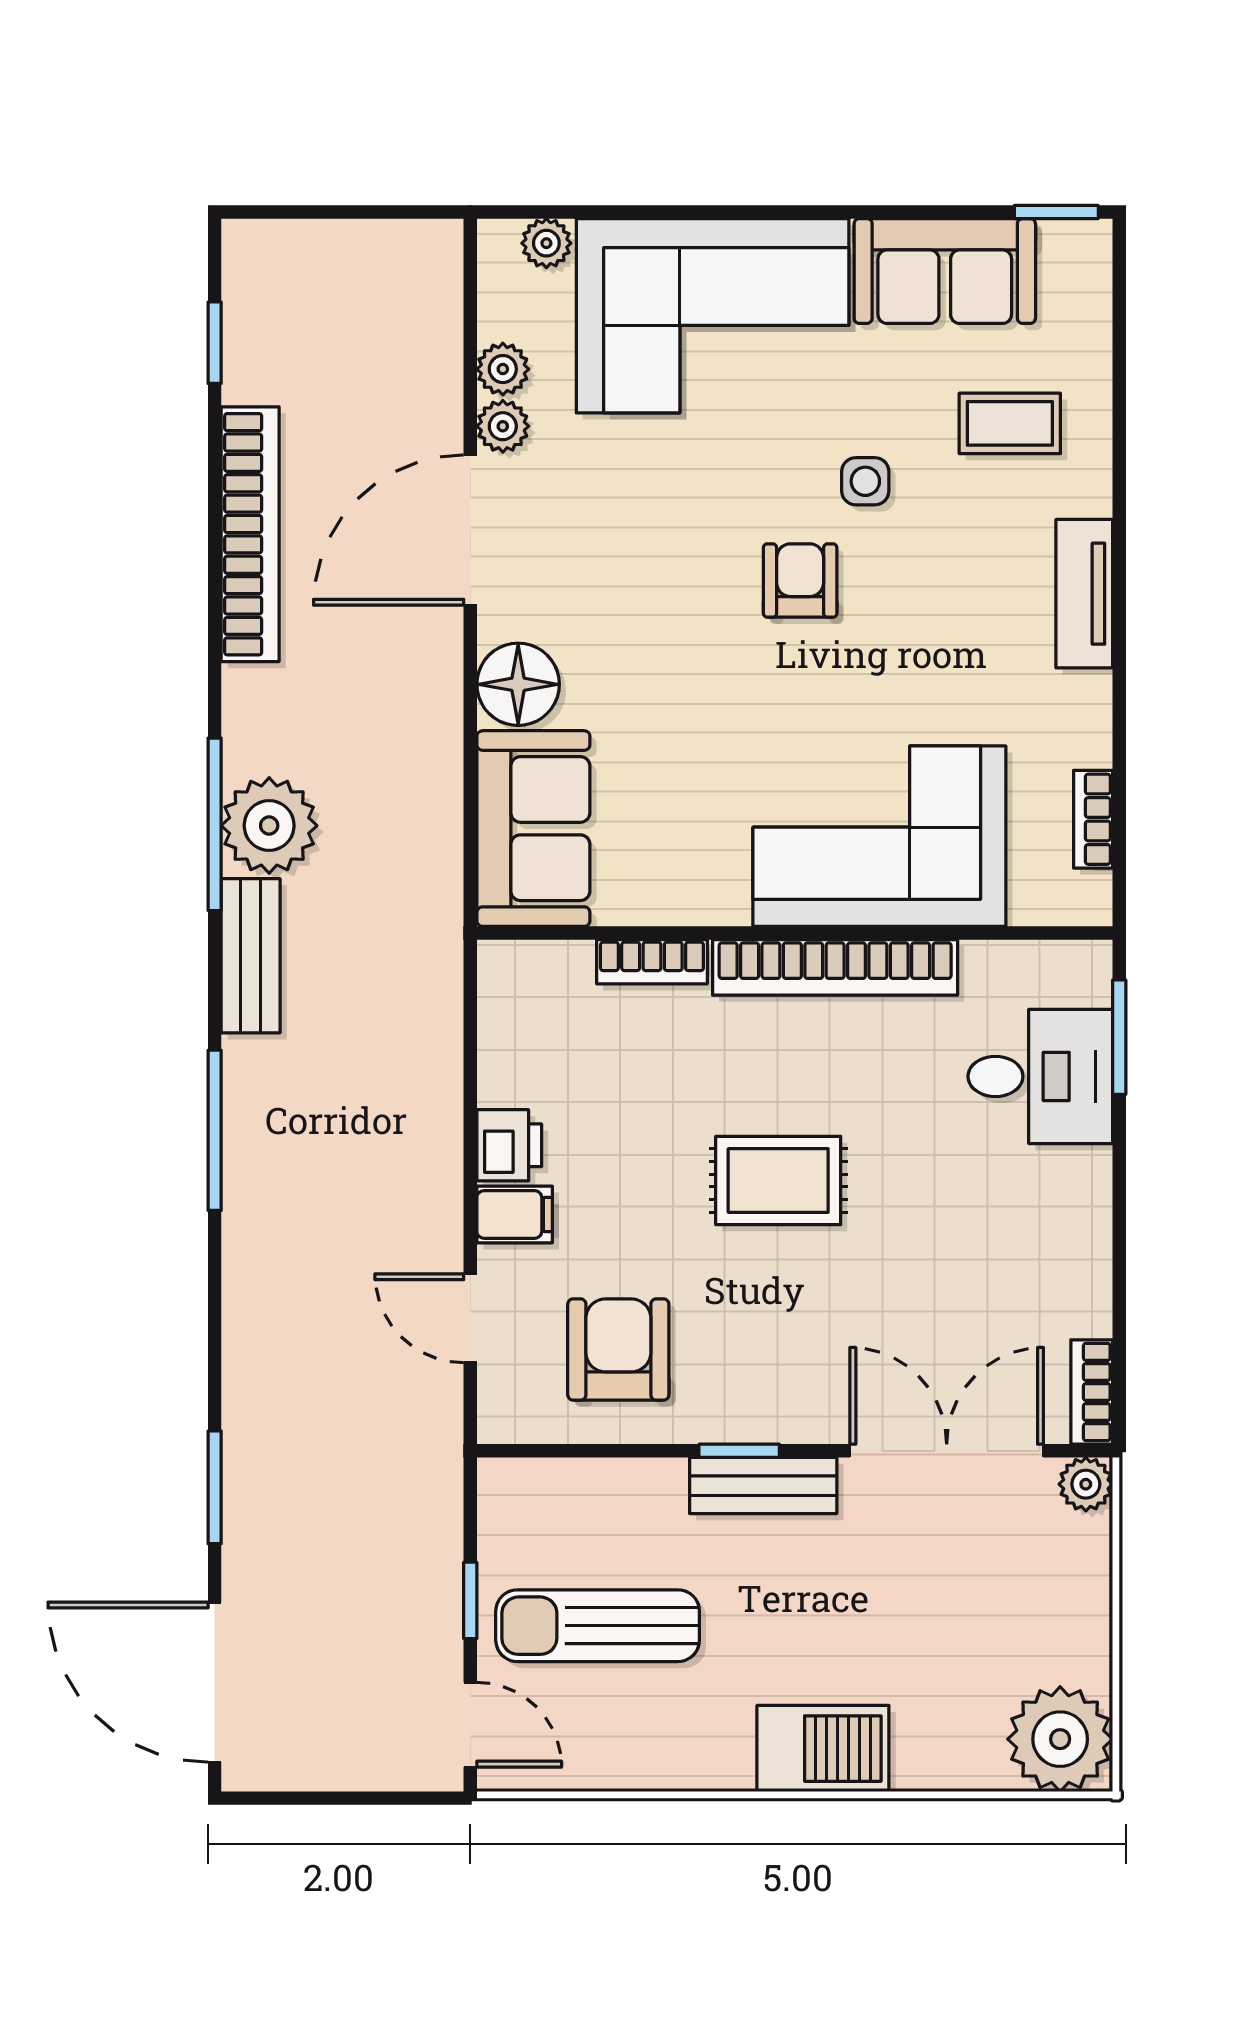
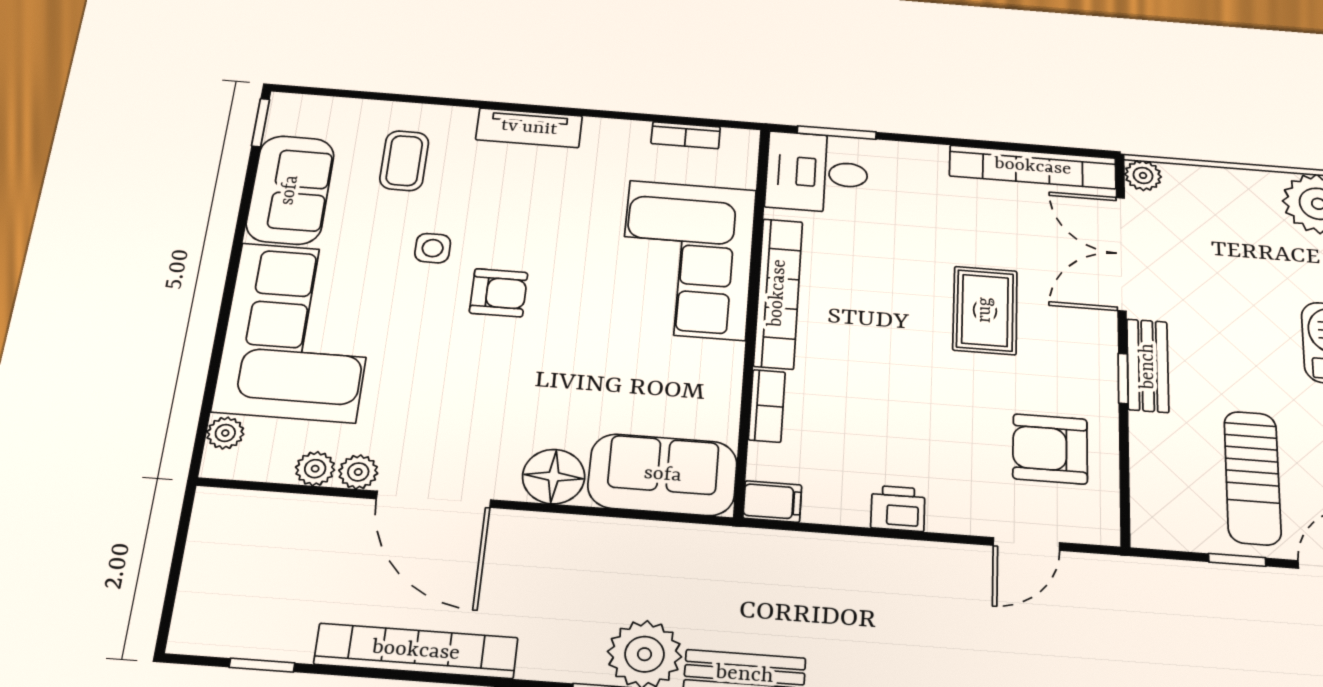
armchair: (800, 581) -> (499, 293), turned 180
desk: (1040, 1076) -> (817, 173), moved, turned -90
rug: (778, 1180) -> (985, 310), moved
filing cabinet: (515, 1214) -> (772, 502), moved, turned 90
bookcase: (1092, 1392) -> (1033, 167), width x2.31, depth x1.31

